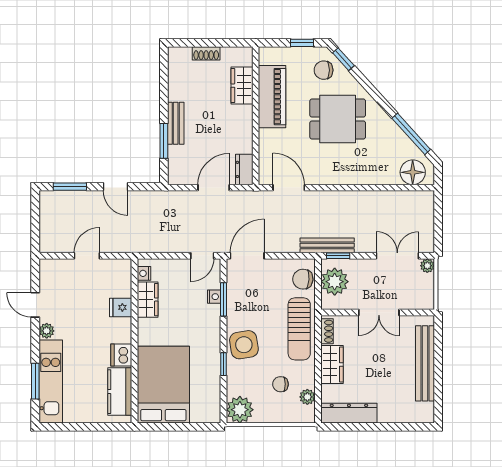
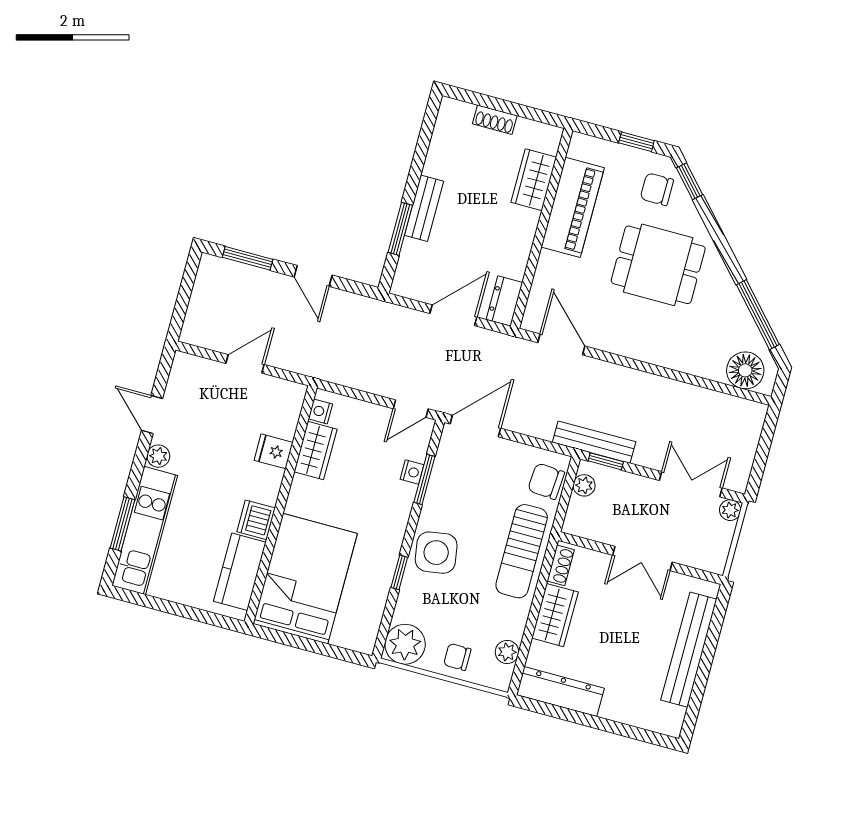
plant: (335, 282) -> (584, 485), width x0.53, depth x0.53
chair: (281, 384) -> (457, 657), moved

